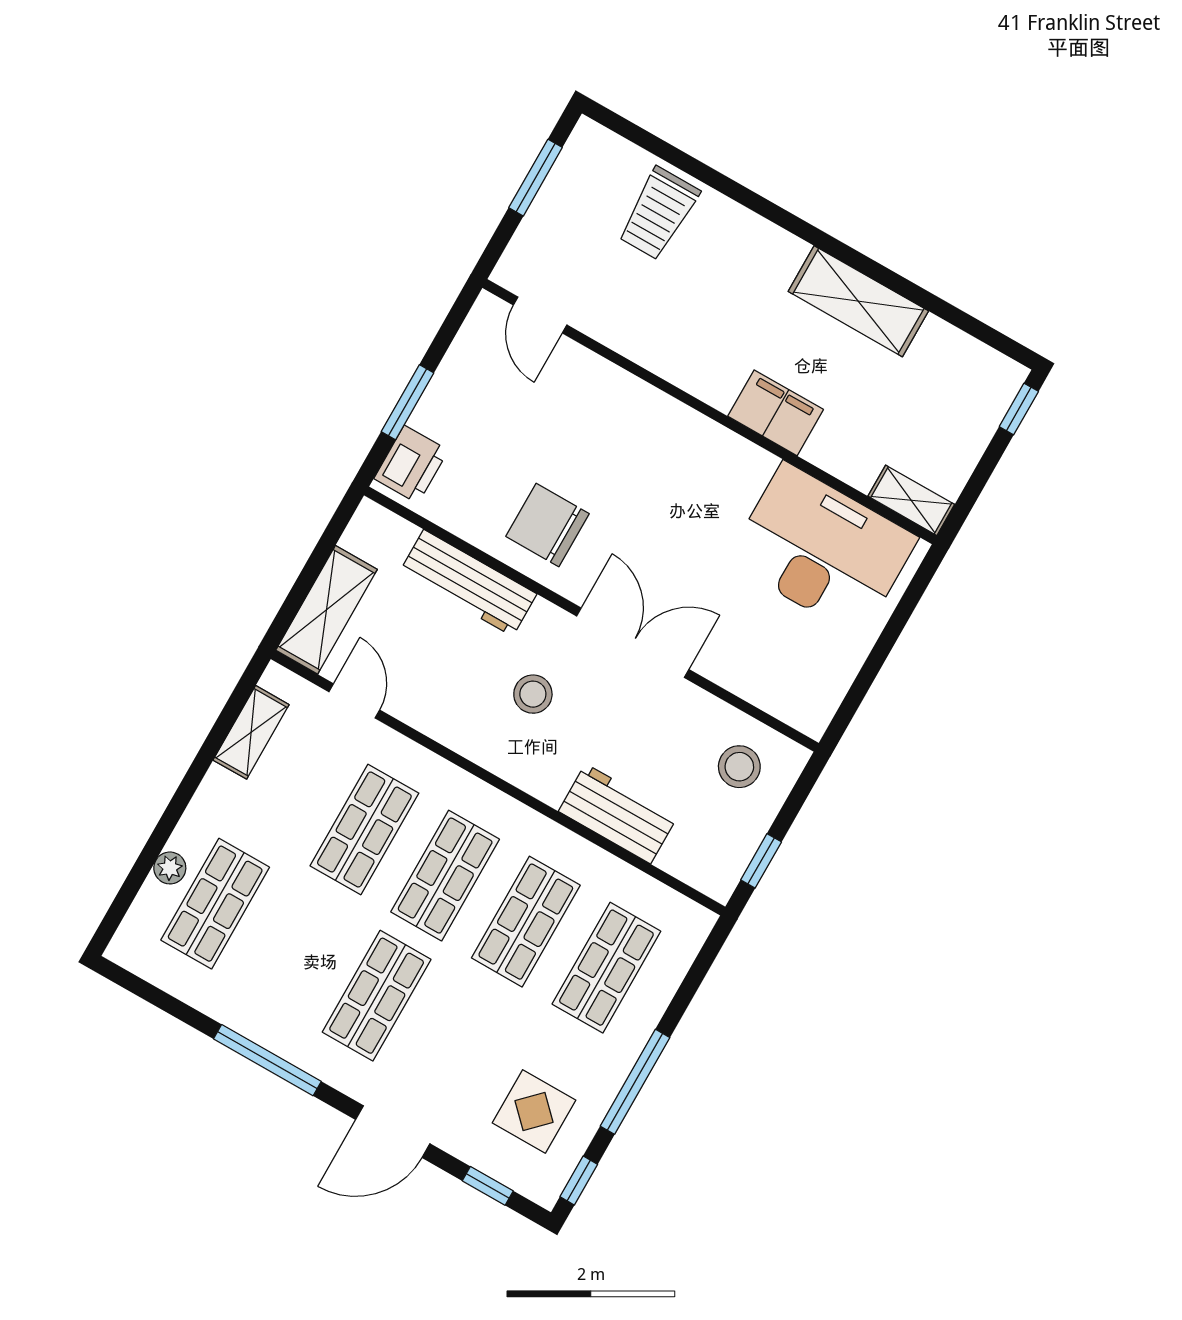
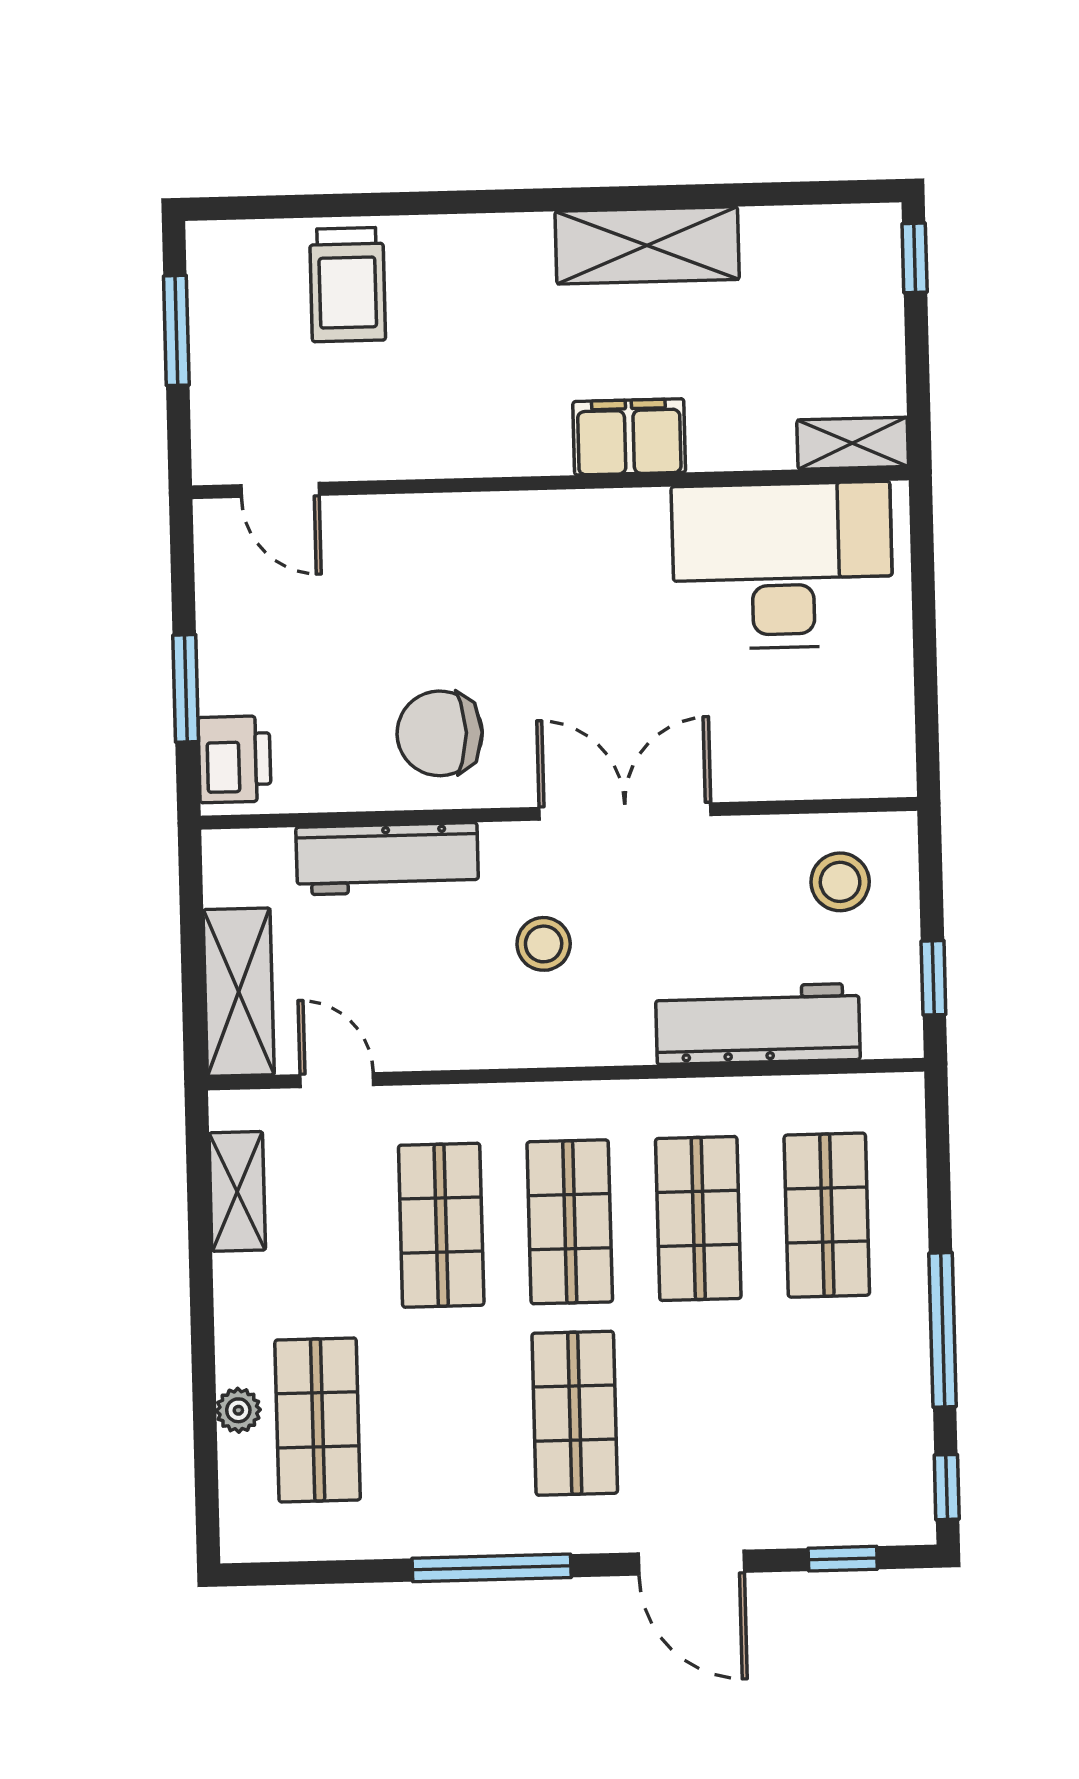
workbench: (618, 814) -> (758, 1024), width x1.38
display table: (534, 1111) -> (844, 1437), removed
door: (393, 1132) -> (691, 1563), hinge flipped

